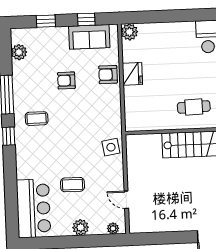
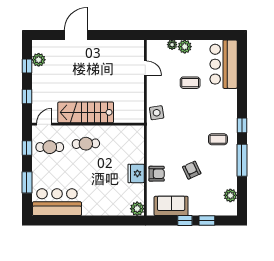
window: (86, 19) -> (185, 221), moved
armchair: (66, 81) -> (192, 170), turned -115
plant: (113, 228) -> (172, 45), moved

